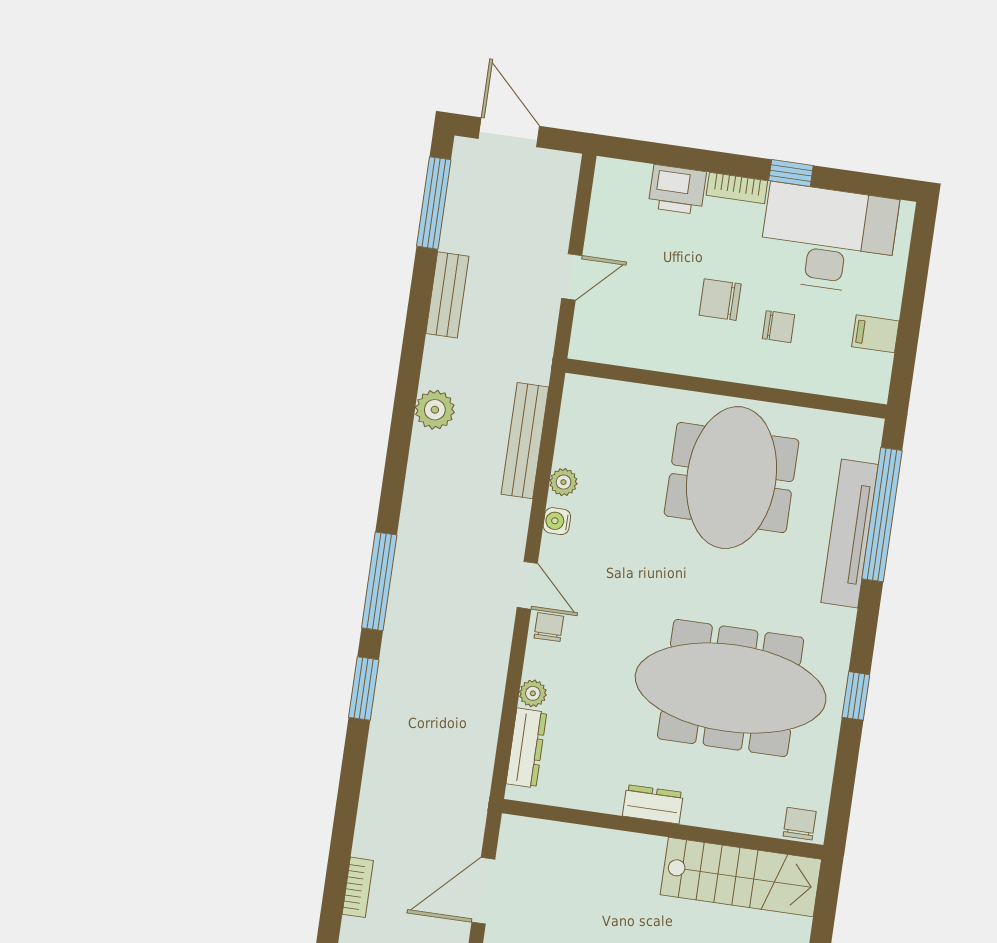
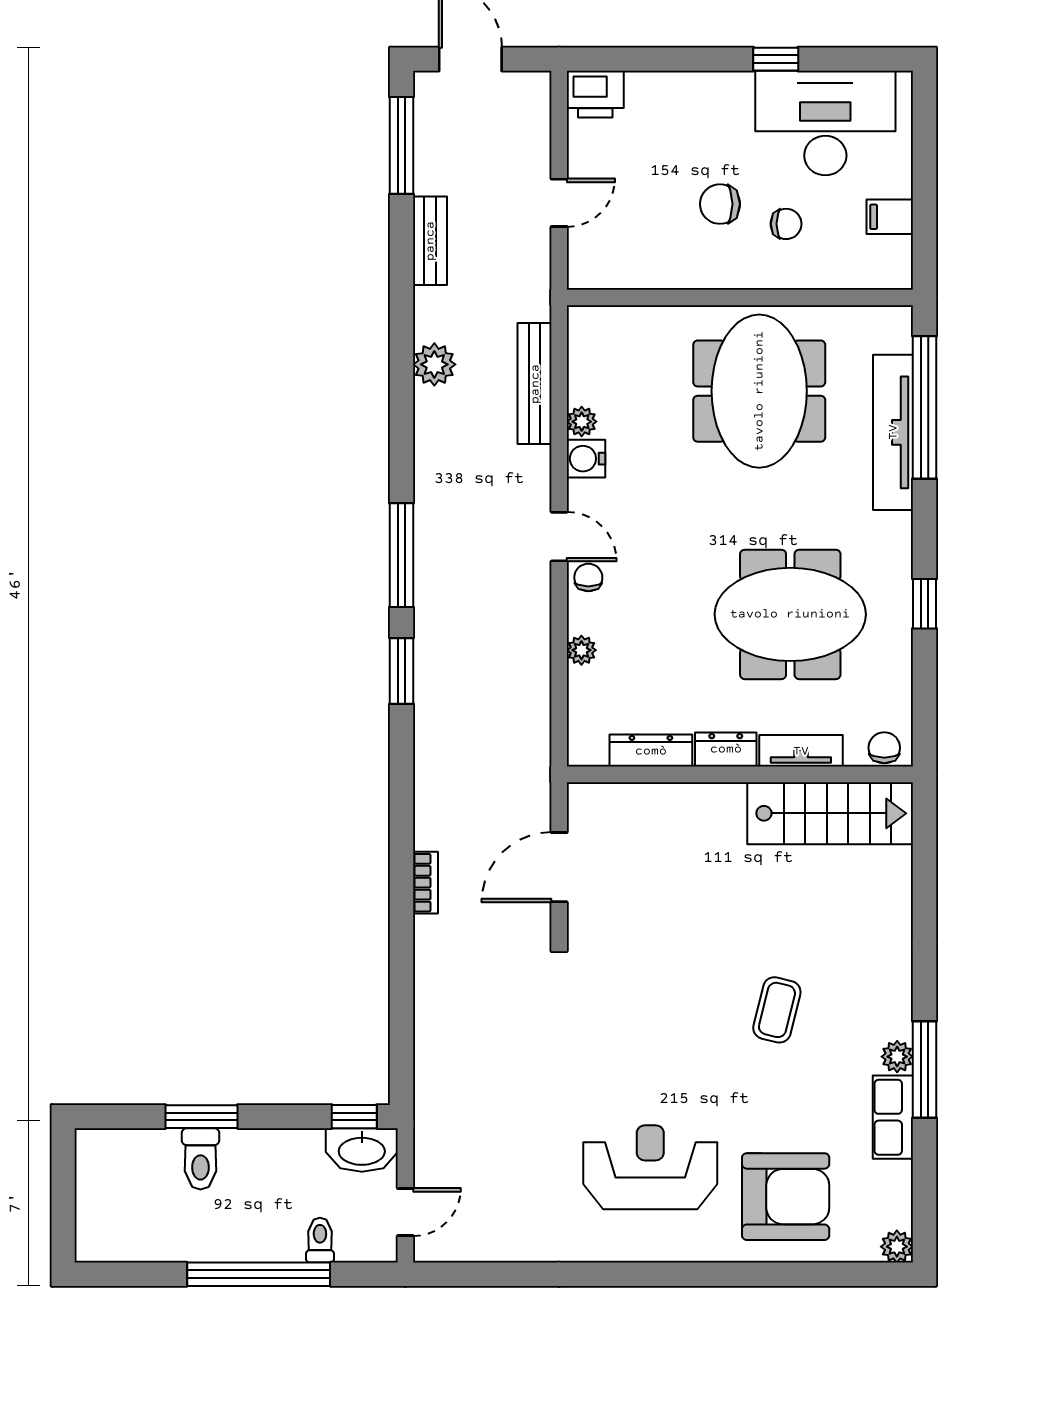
bookcase: (737, 188) -> (721, 83), removed
printer: (677, 190) -> (595, 94), moved
water cooler: (557, 521) -> (586, 459), width x1.38, depth x1.38
meeting table: (731, 688) -> (790, 614), width x0.73
dresser: (526, 748) -> (651, 751), moved, turned -90
tv unit: (722, 815) -> (801, 751), added

